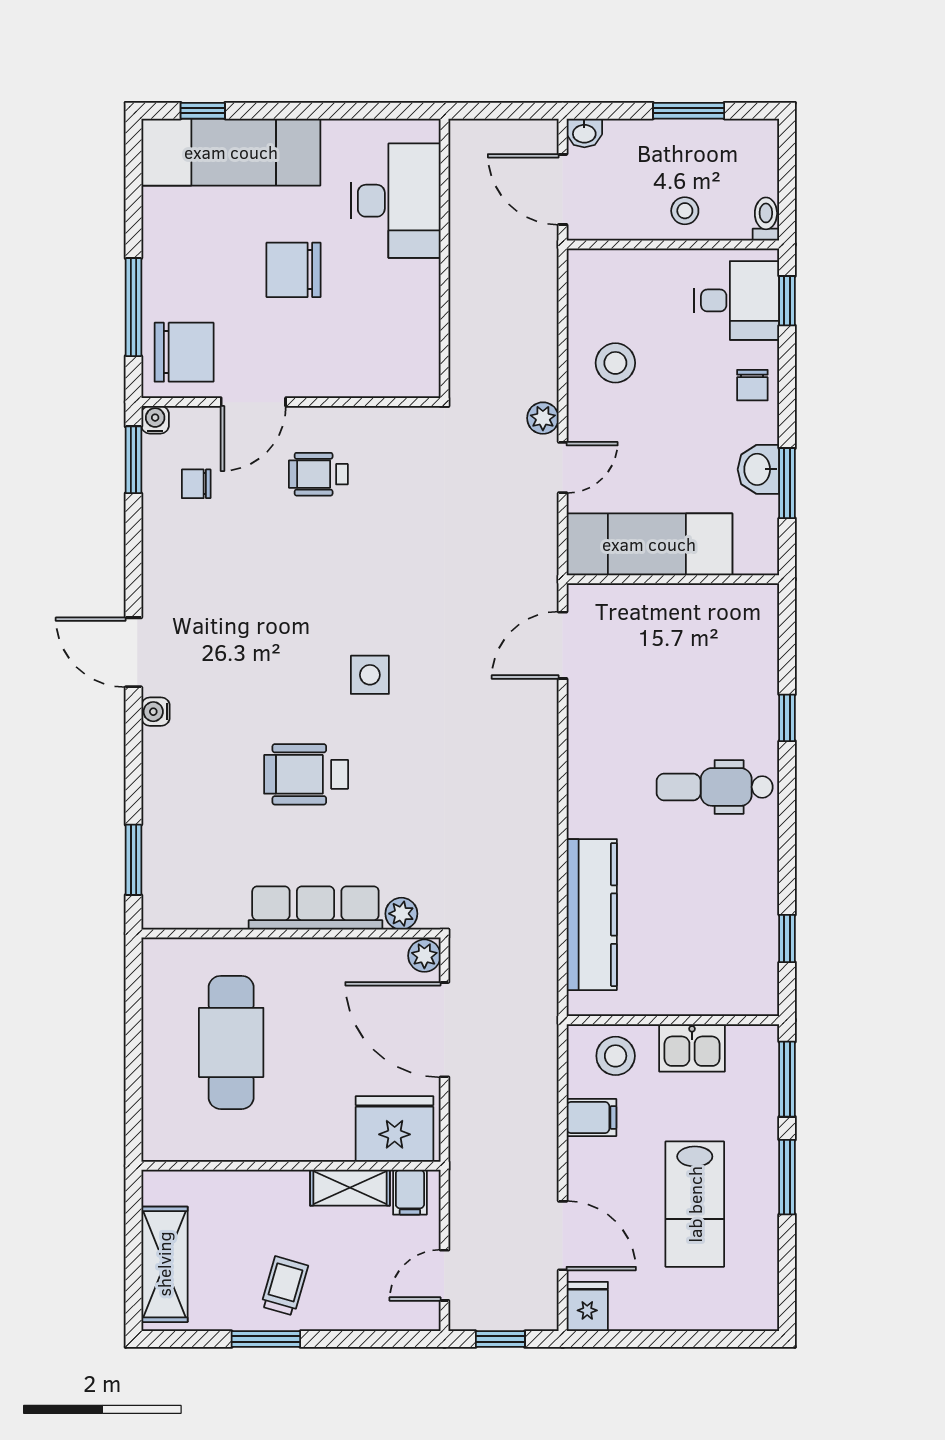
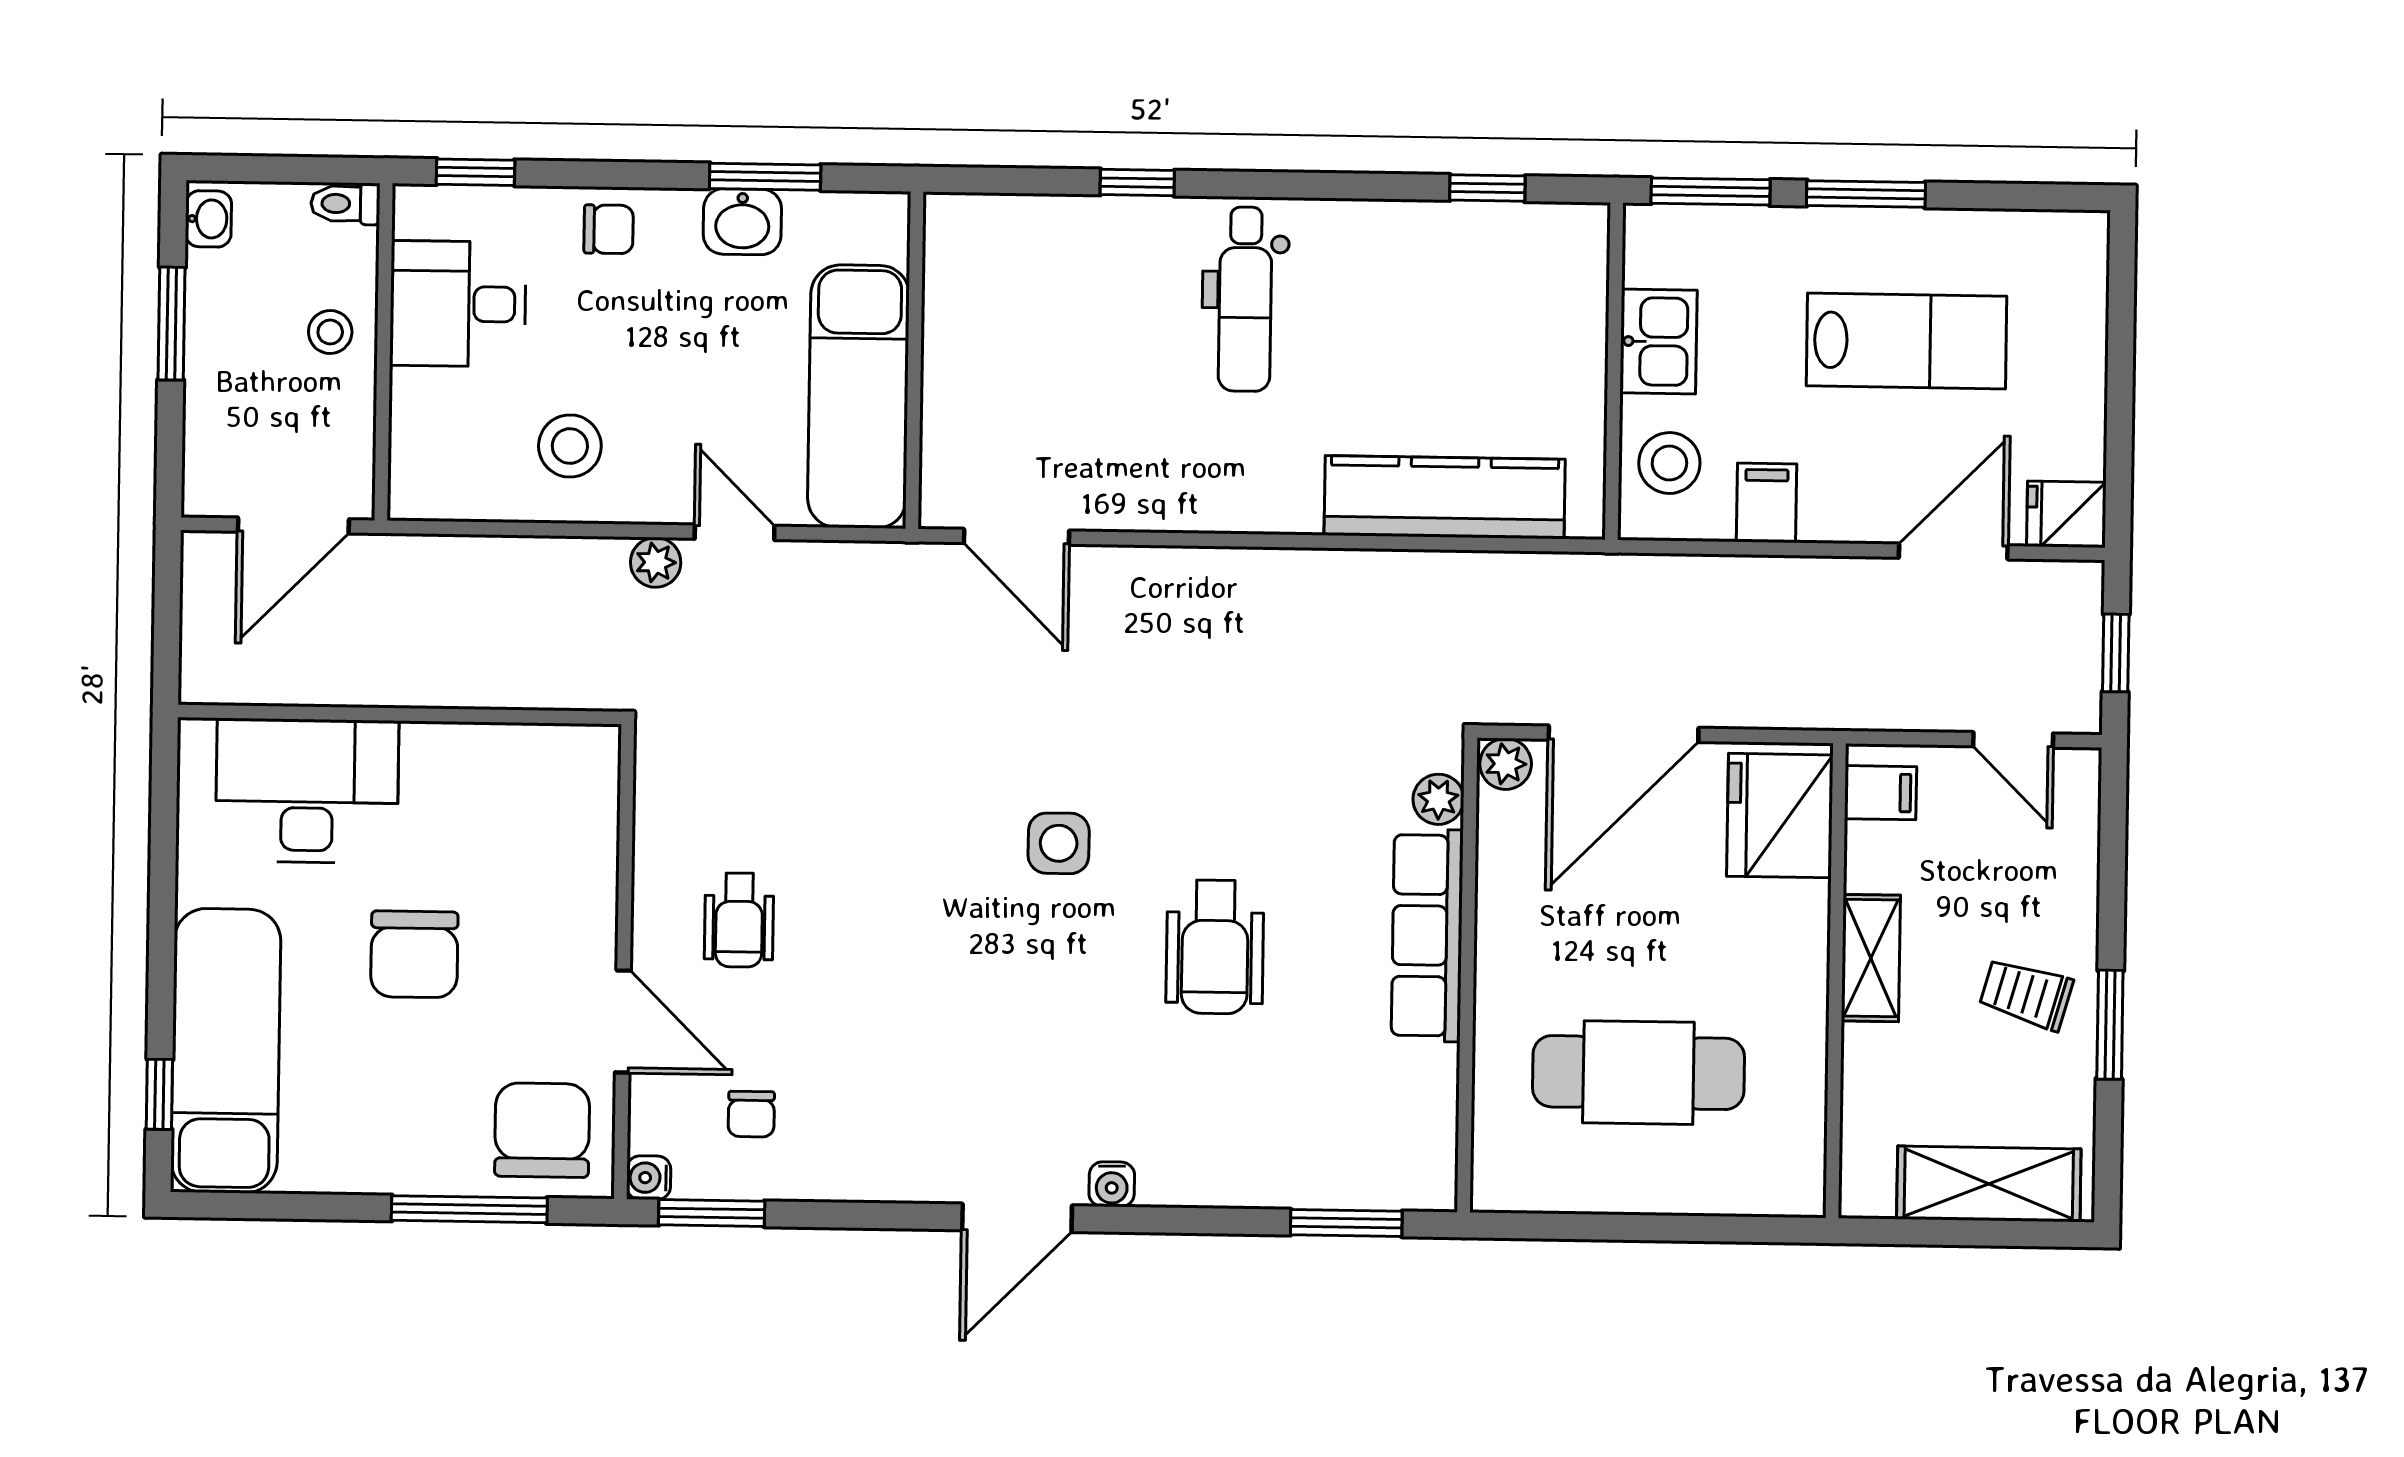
washbasin: (584, 133) -> (208, 219), moved
desk: (737, 300) -> (458, 304), moved, turned -90
shelving: (350, 1188) -> (1871, 958), moved

